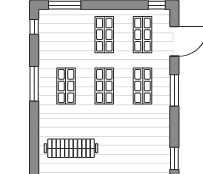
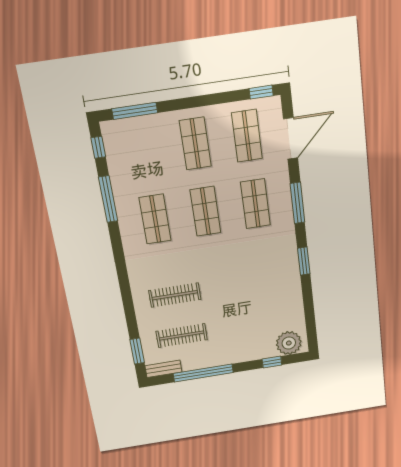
window: (34, 84) -> (108, 199), moved
clothes rail: (71, 148) -> (175, 295), width x0.73, depth x0.76
window: (174, 158) -> (304, 261), moved

